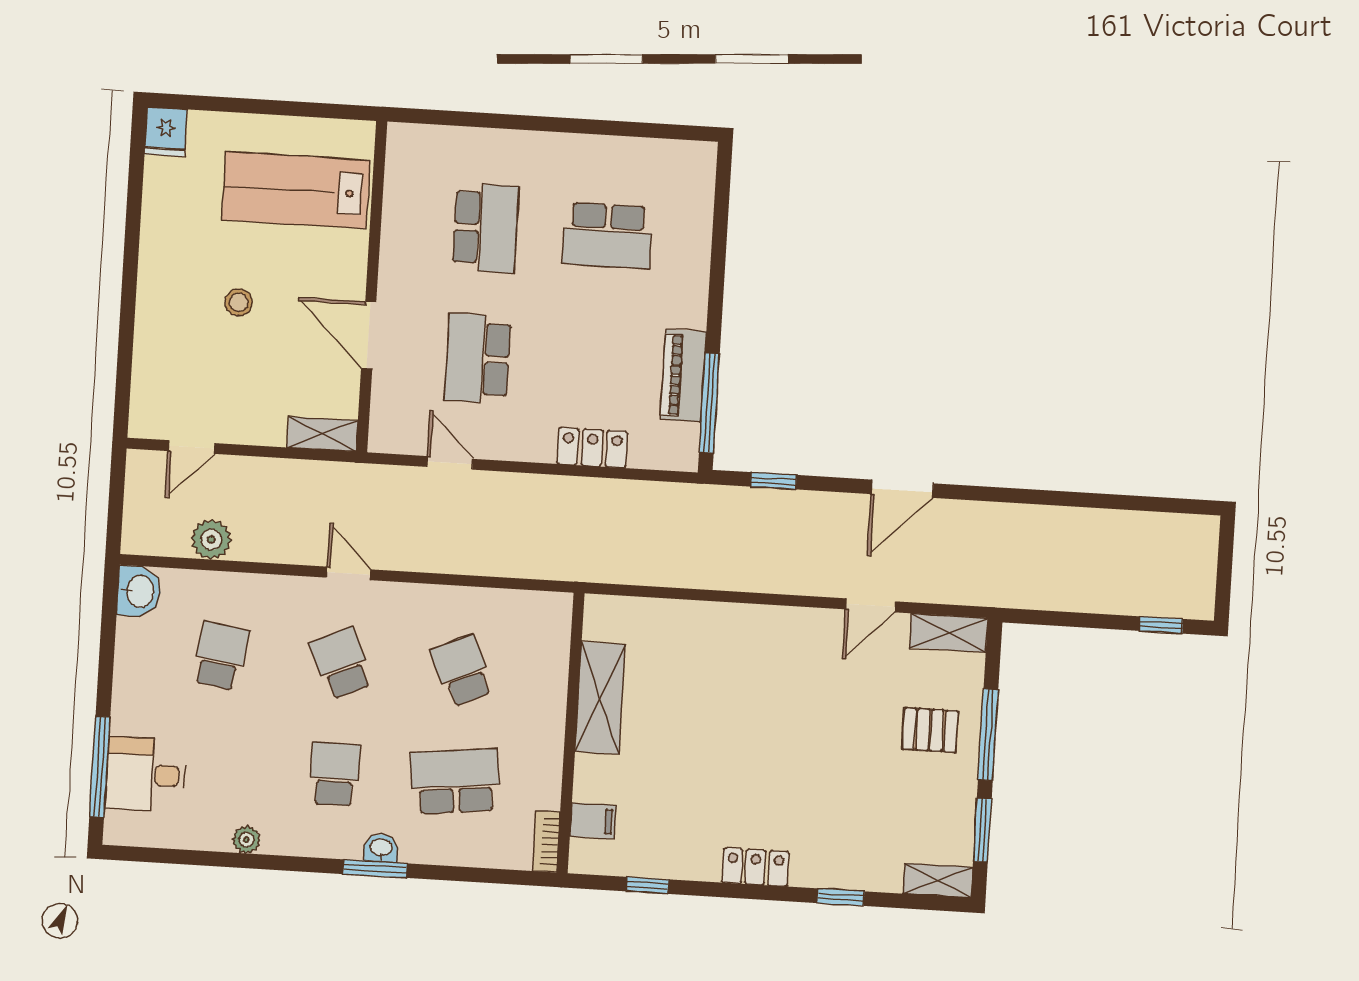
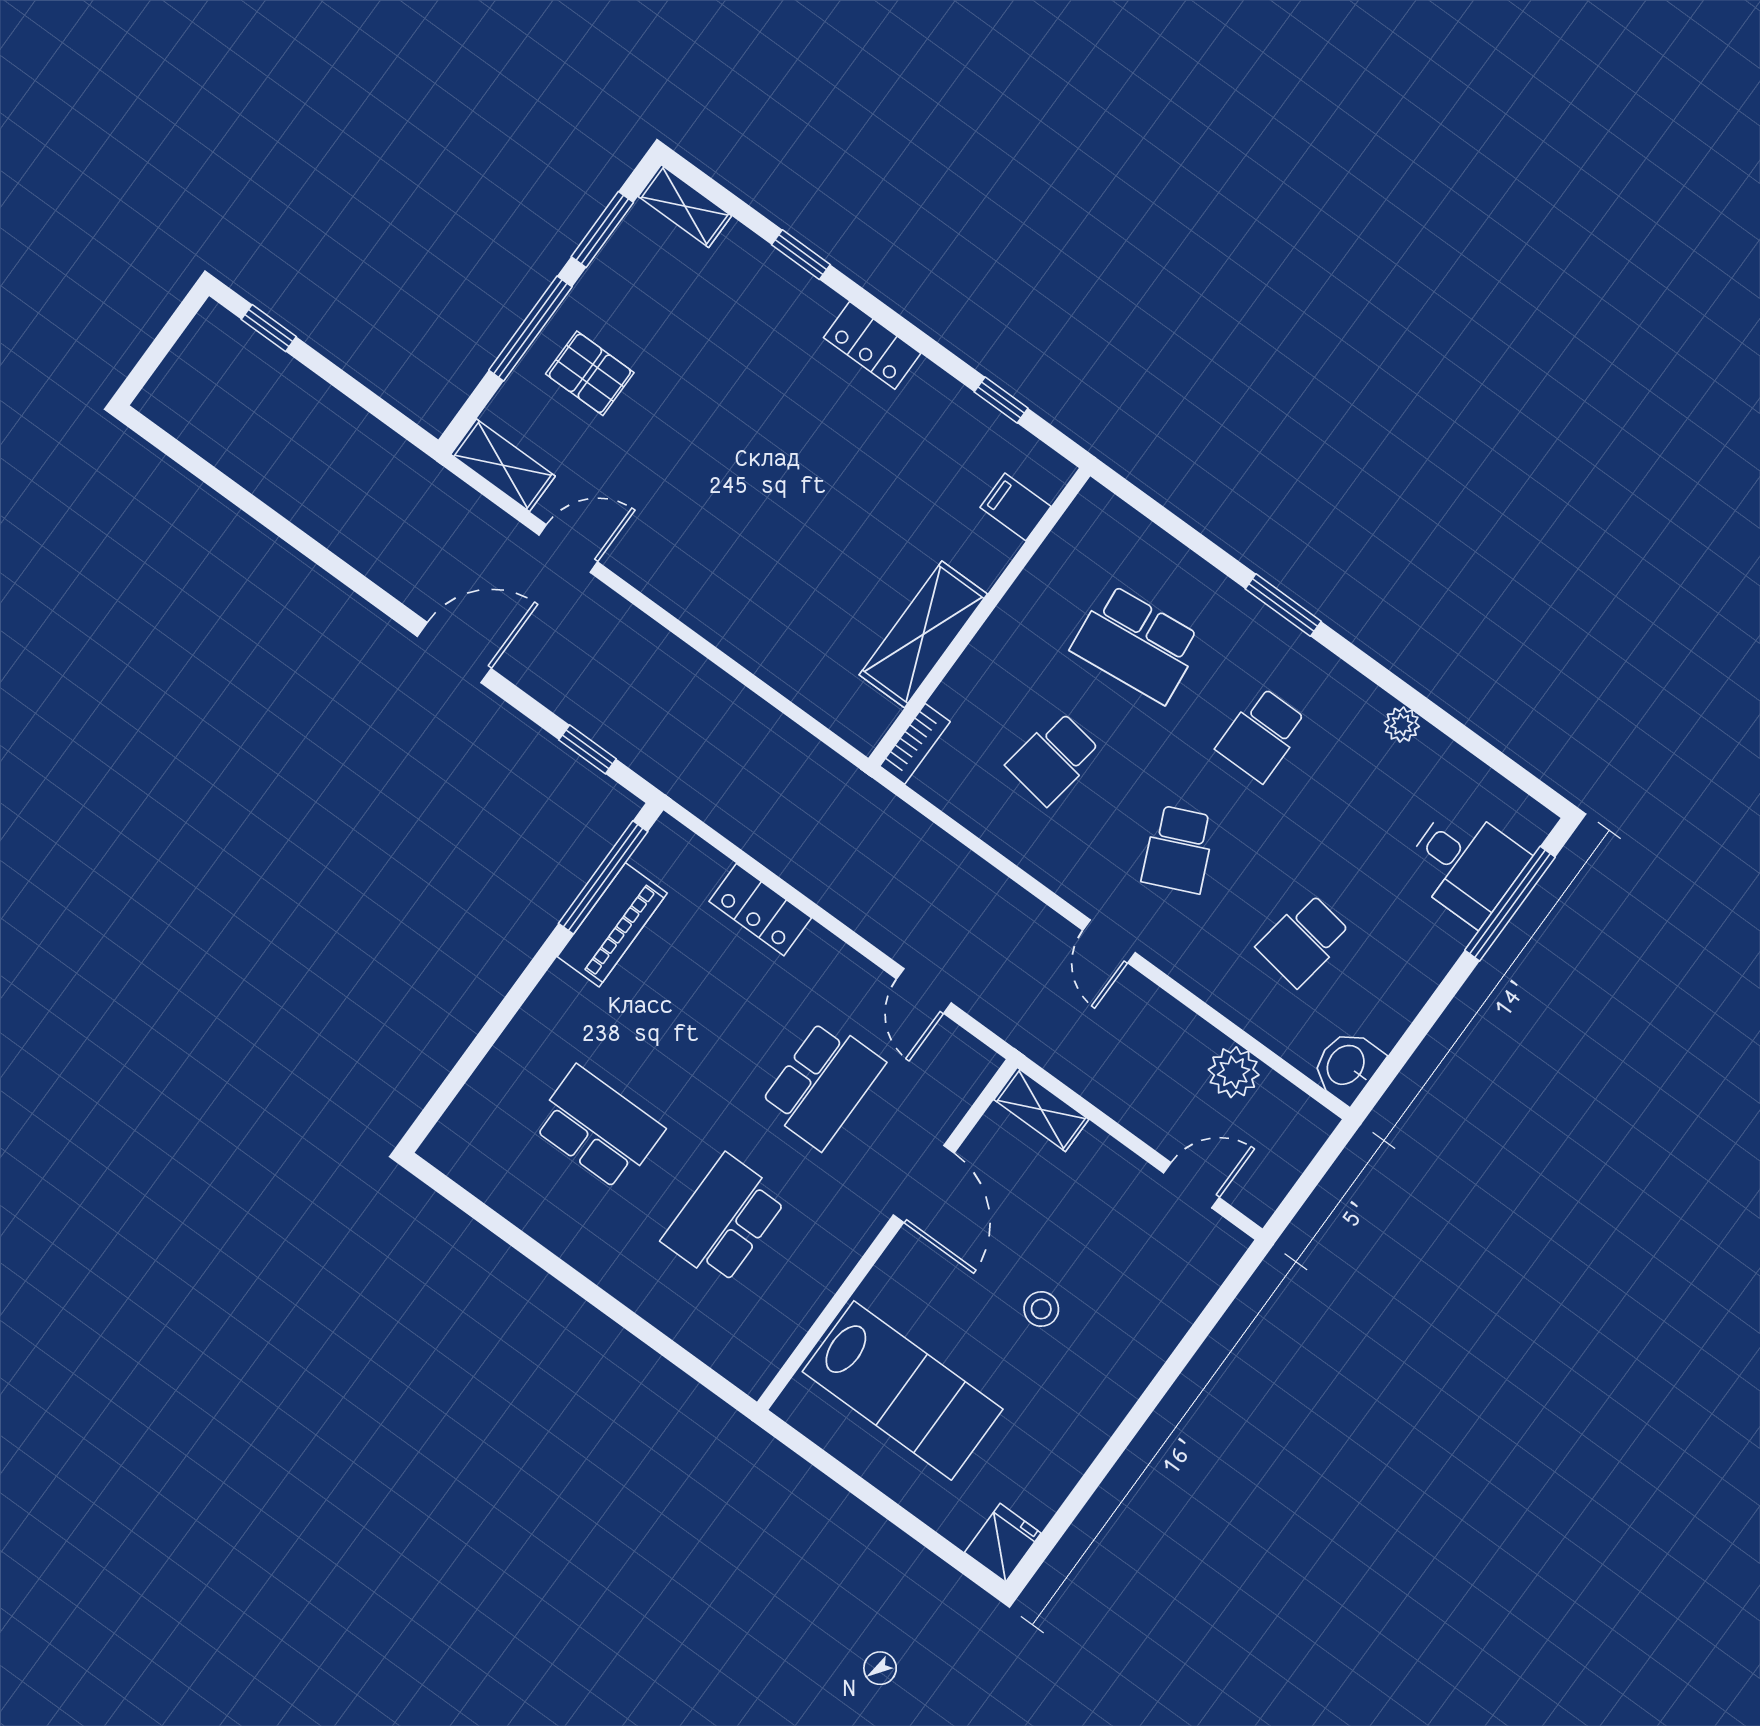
school desk: (462, 671) -> (1053, 758), turned 33
bookcase: (546, 841) -> (915, 744), moved
washbasin: (381, 848) -> (1262, 623), removed

